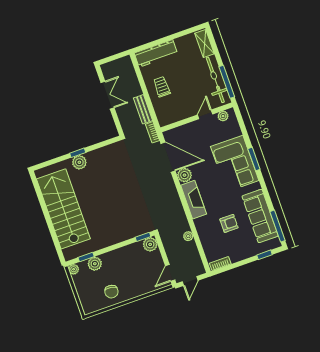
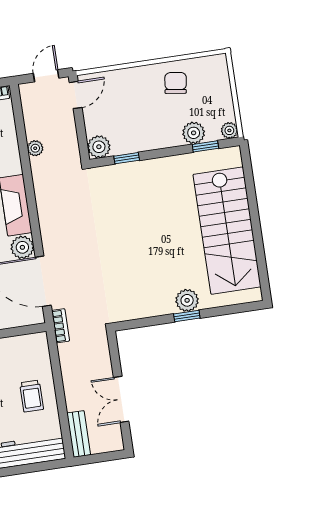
bench: (143, 109) -> (79, 434), moved
window: (143, 237) -> (127, 158), moved

